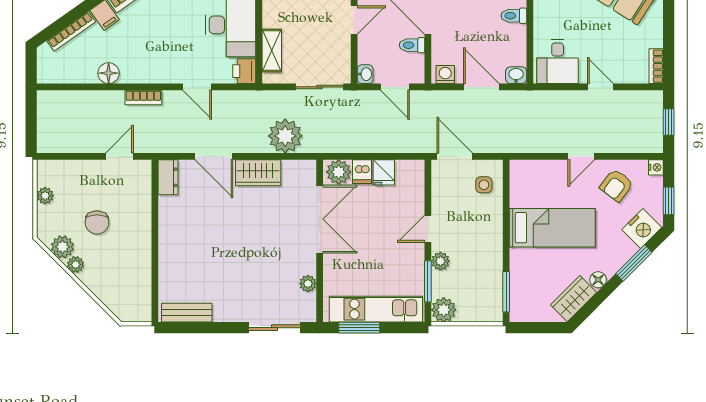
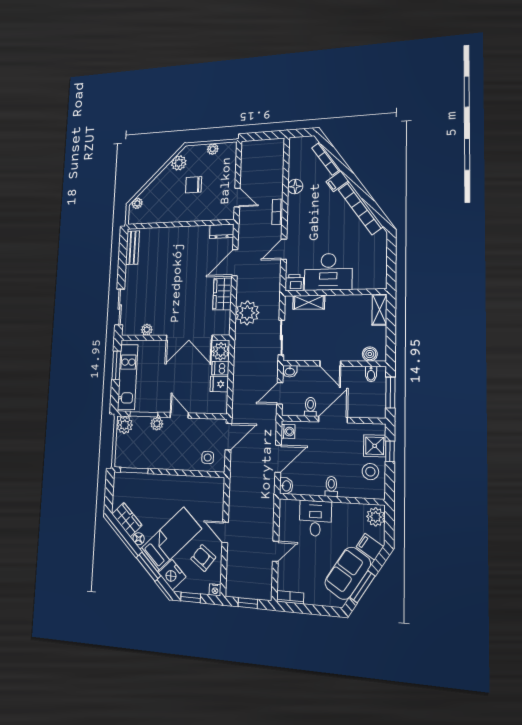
desk: (558, 61) -> (315, 518), moved, turned 90
bed: (552, 228) -> (170, 539), moved, turned -135
plant: (76, 264) -> (137, 203), moved

